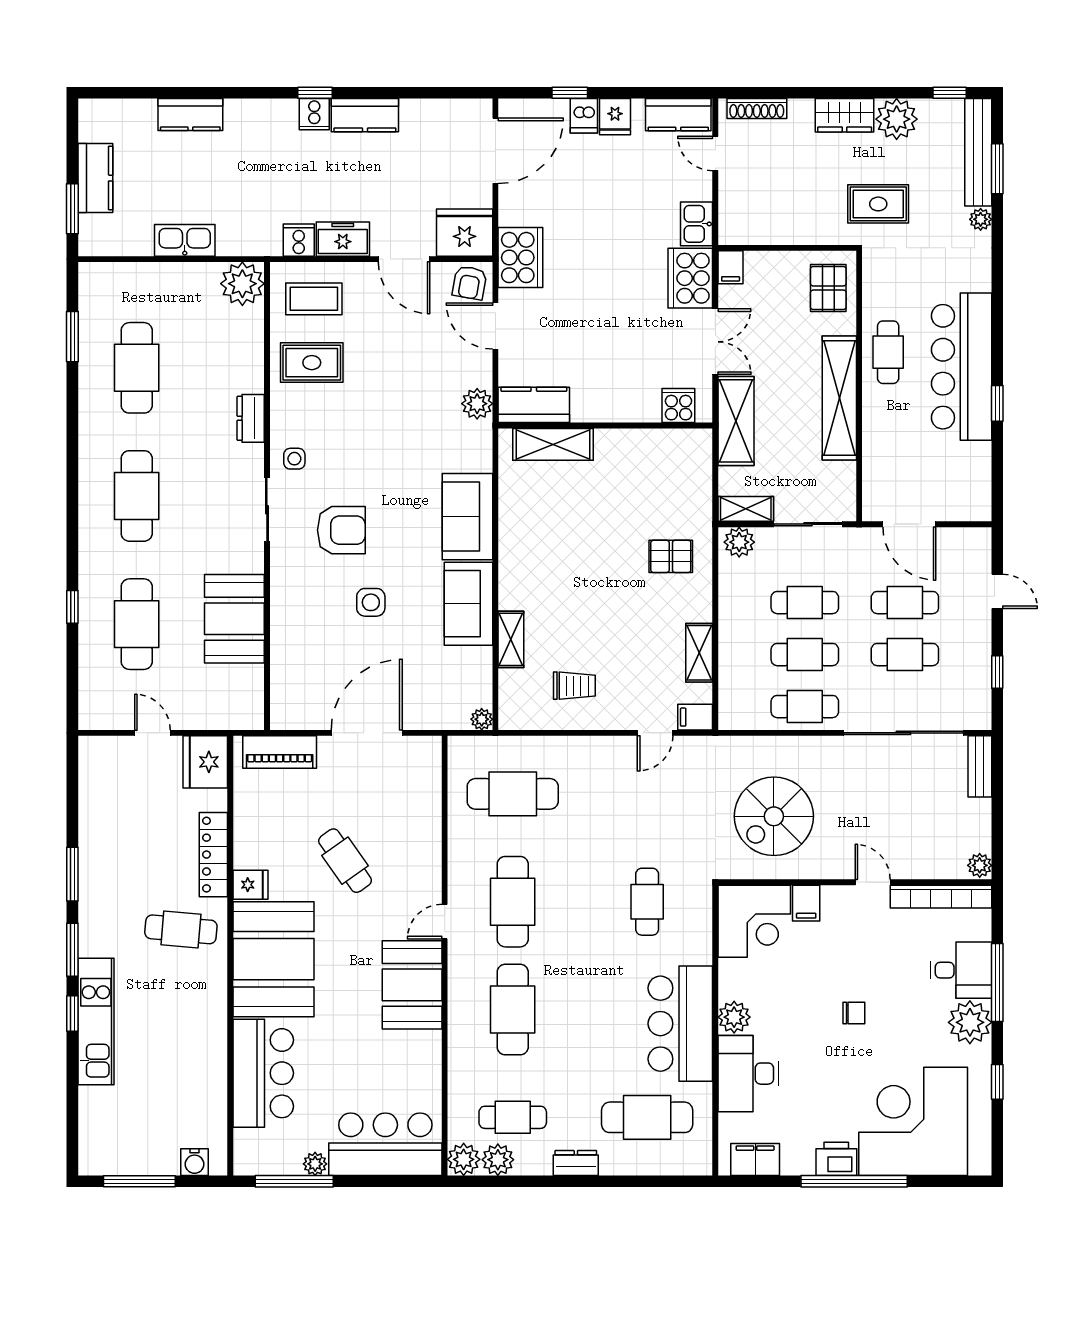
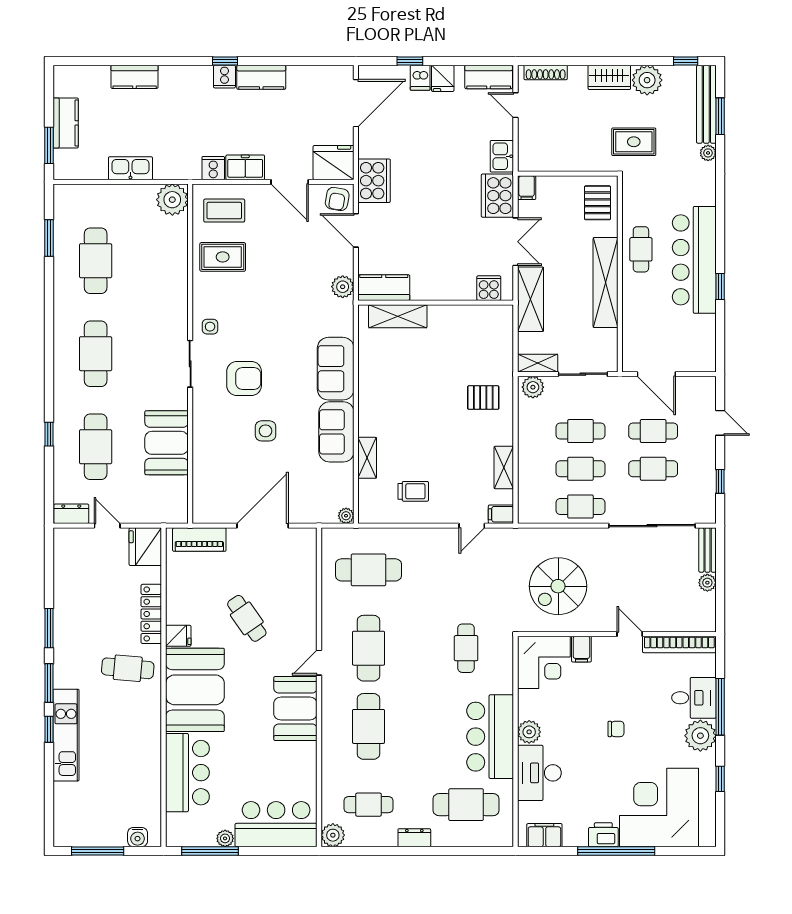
dresser: (251, 418) -> (71, 514), moved, turned 90
plant: (980, 865) -> (707, 583), moved
plant: (498, 1160) -> (358, 835), removed

